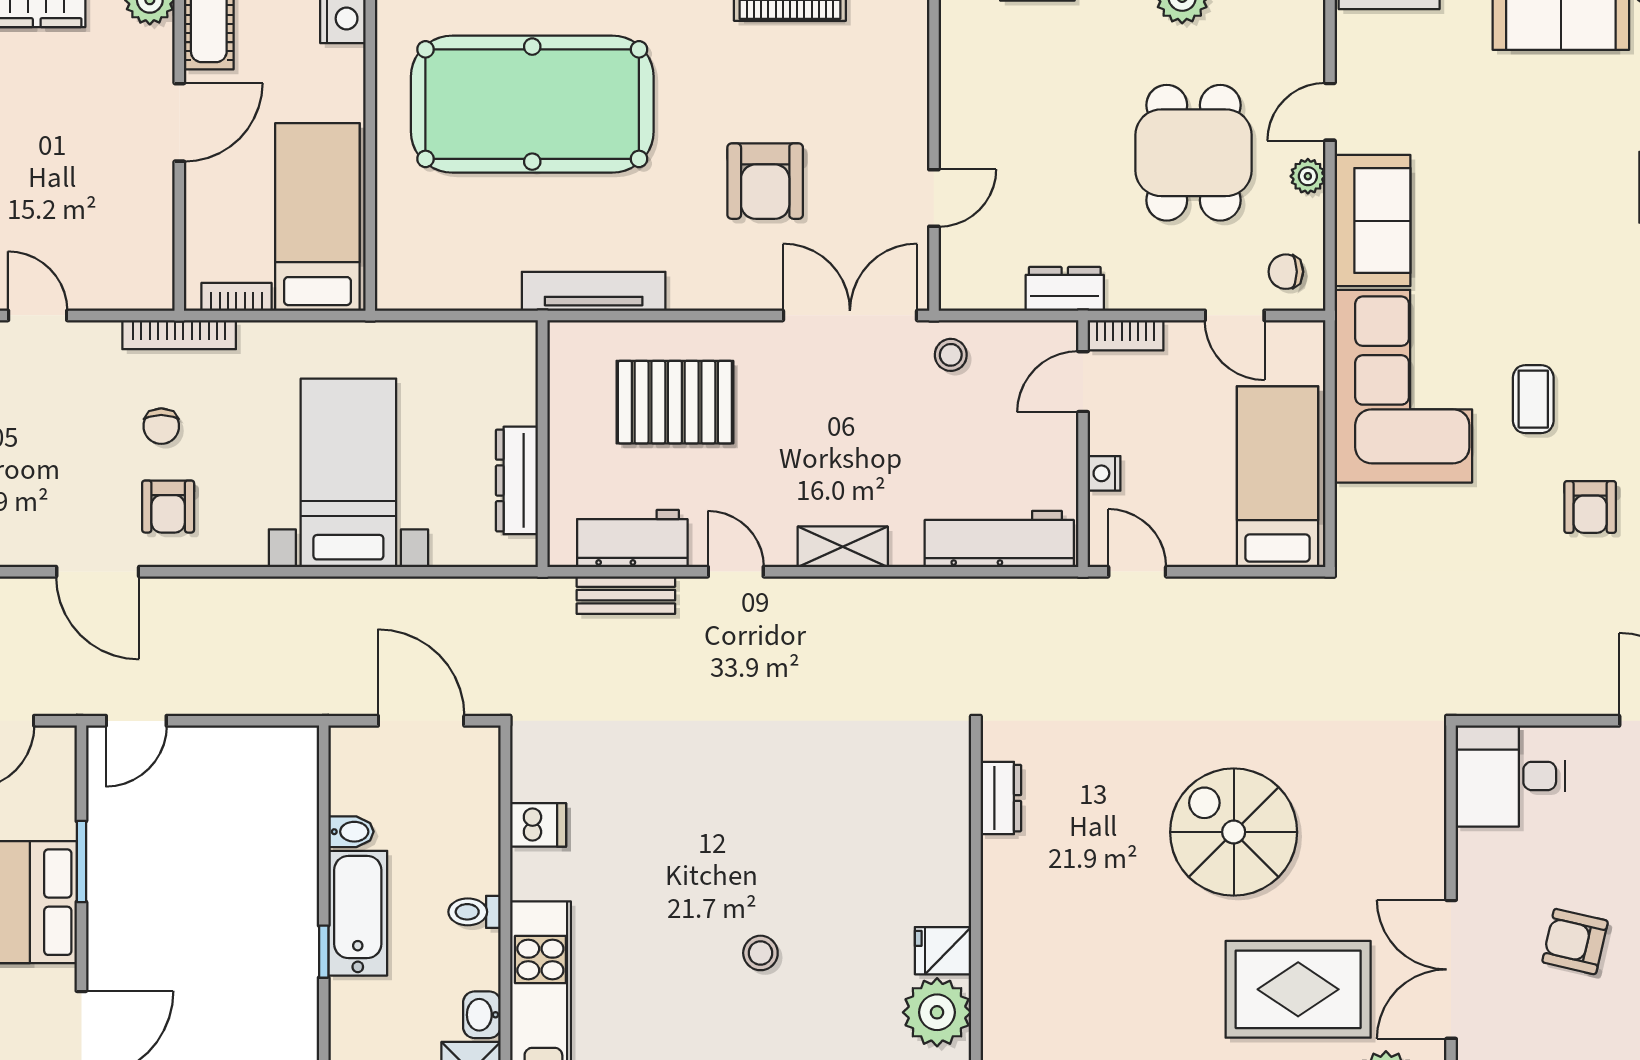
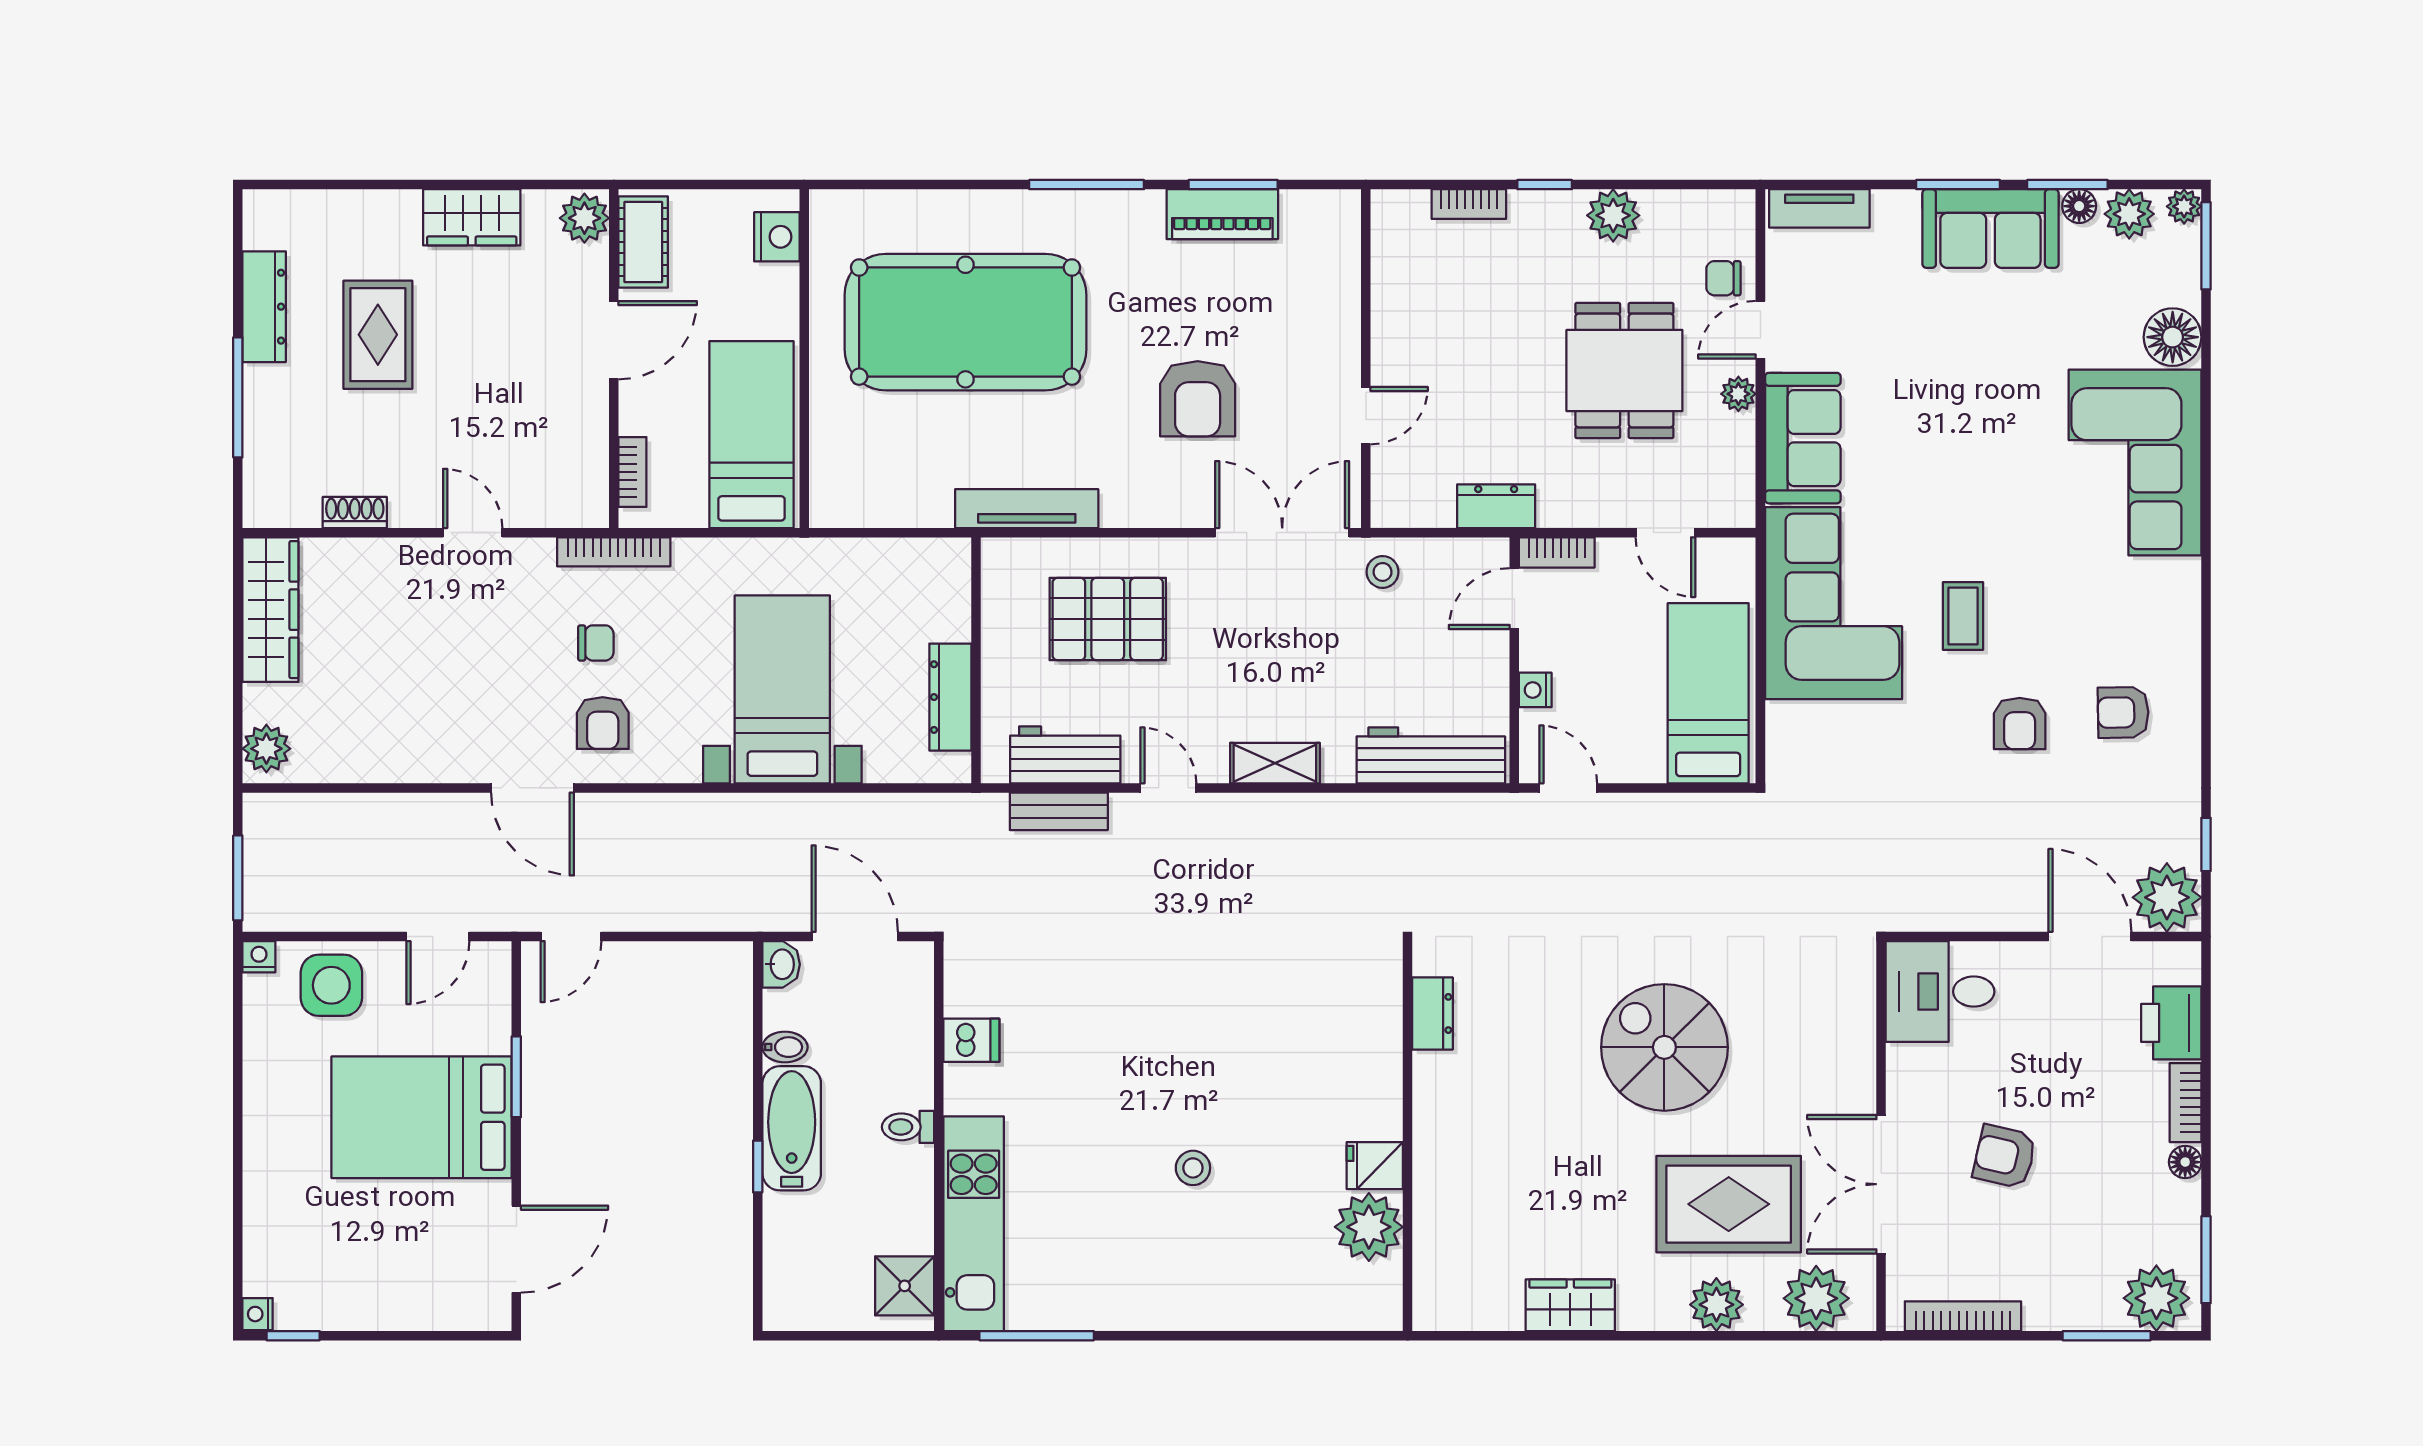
chair: (1286, 272) -> (1723, 278), moved
bookcase: (236, 297) -> (632, 472), moved, turned 90
chair: (161, 426) -> (596, 643), turned -90
washbasin: (482, 1015) -> (781, 964), moved, turned 180

